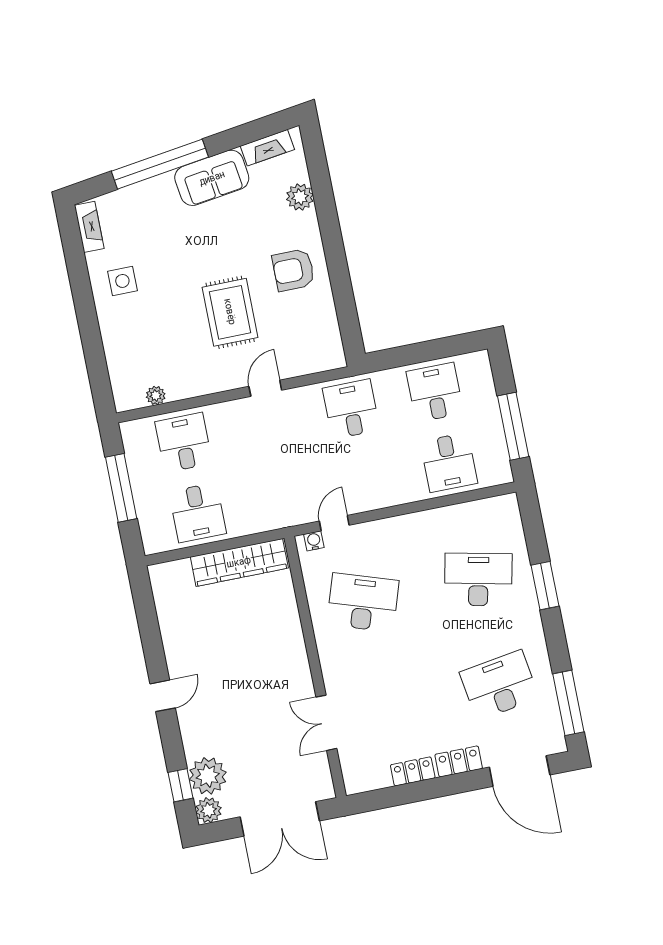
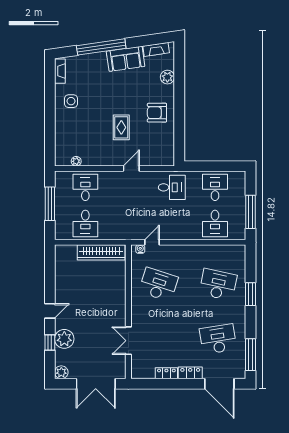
rug: (230, 312) -> (121, 127), width x0.73, depth x0.70
desk: (351, 409) -> (172, 187), turned 90
plant: (208, 776) -> (64, 339), moved
window: (181, 785) -> (50, 342), moved

